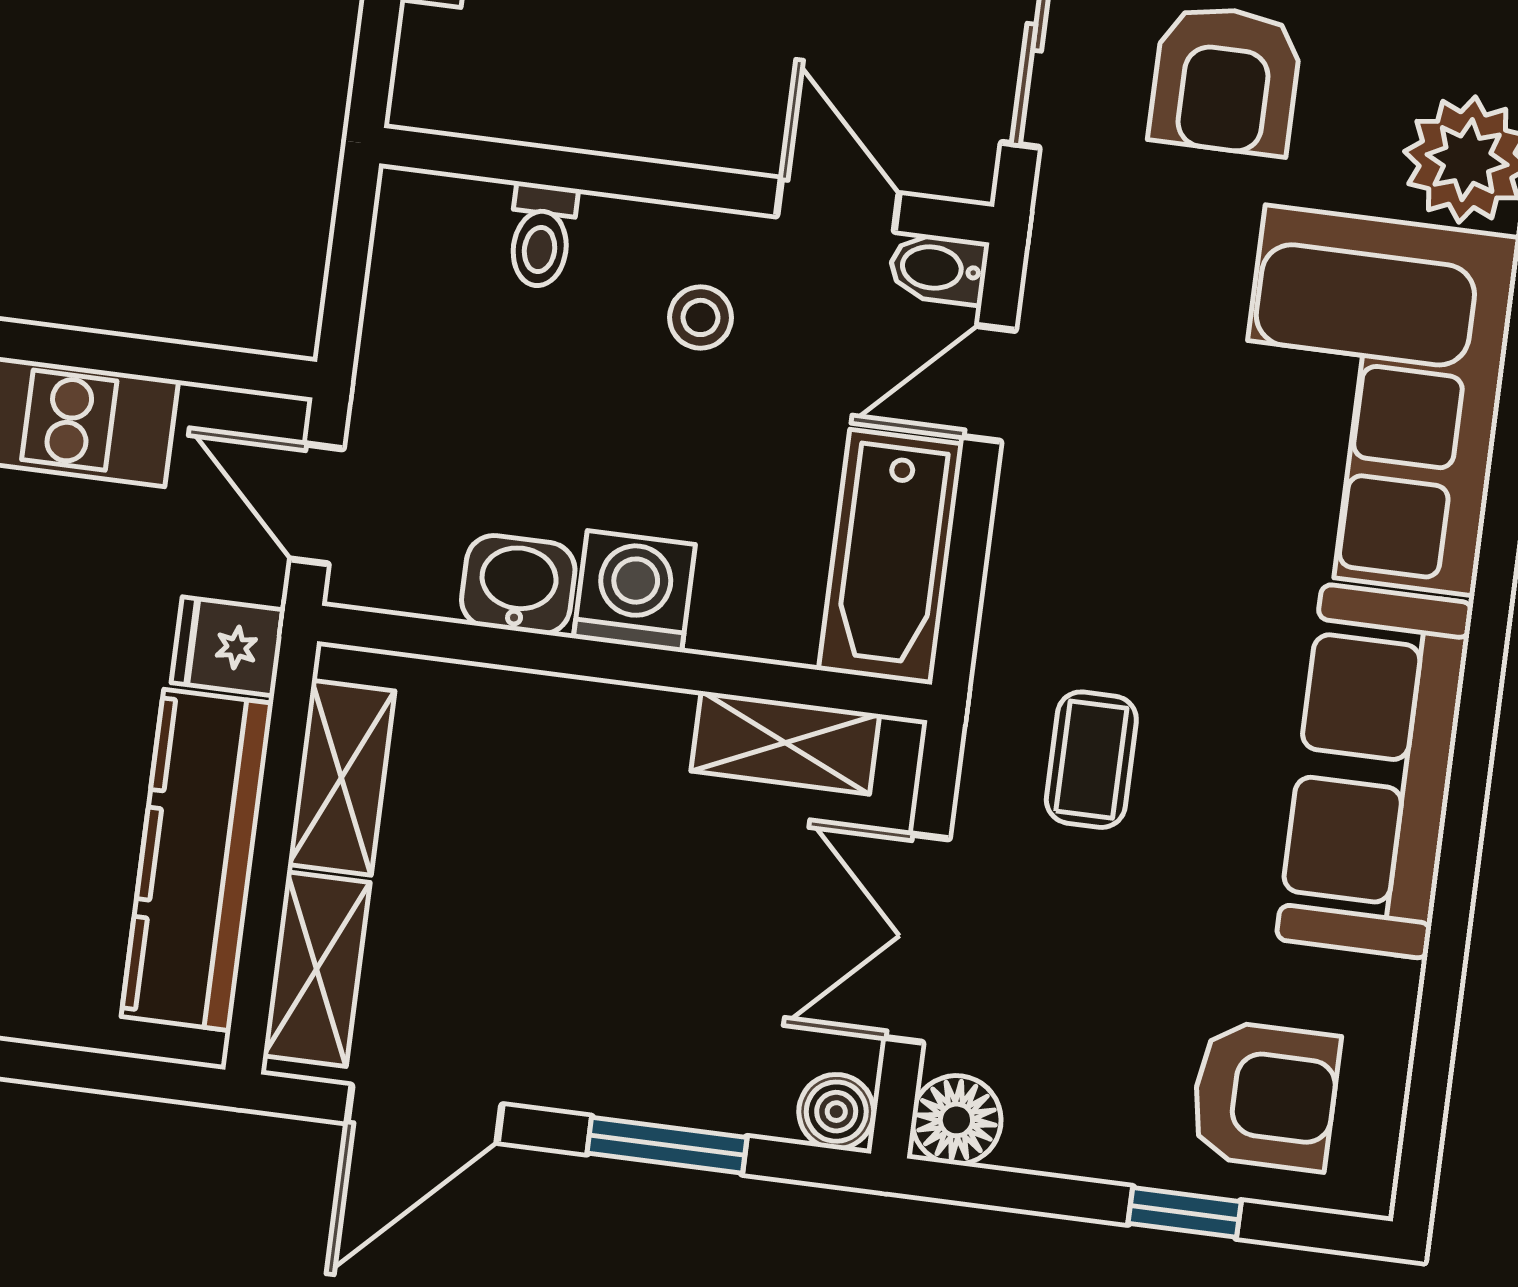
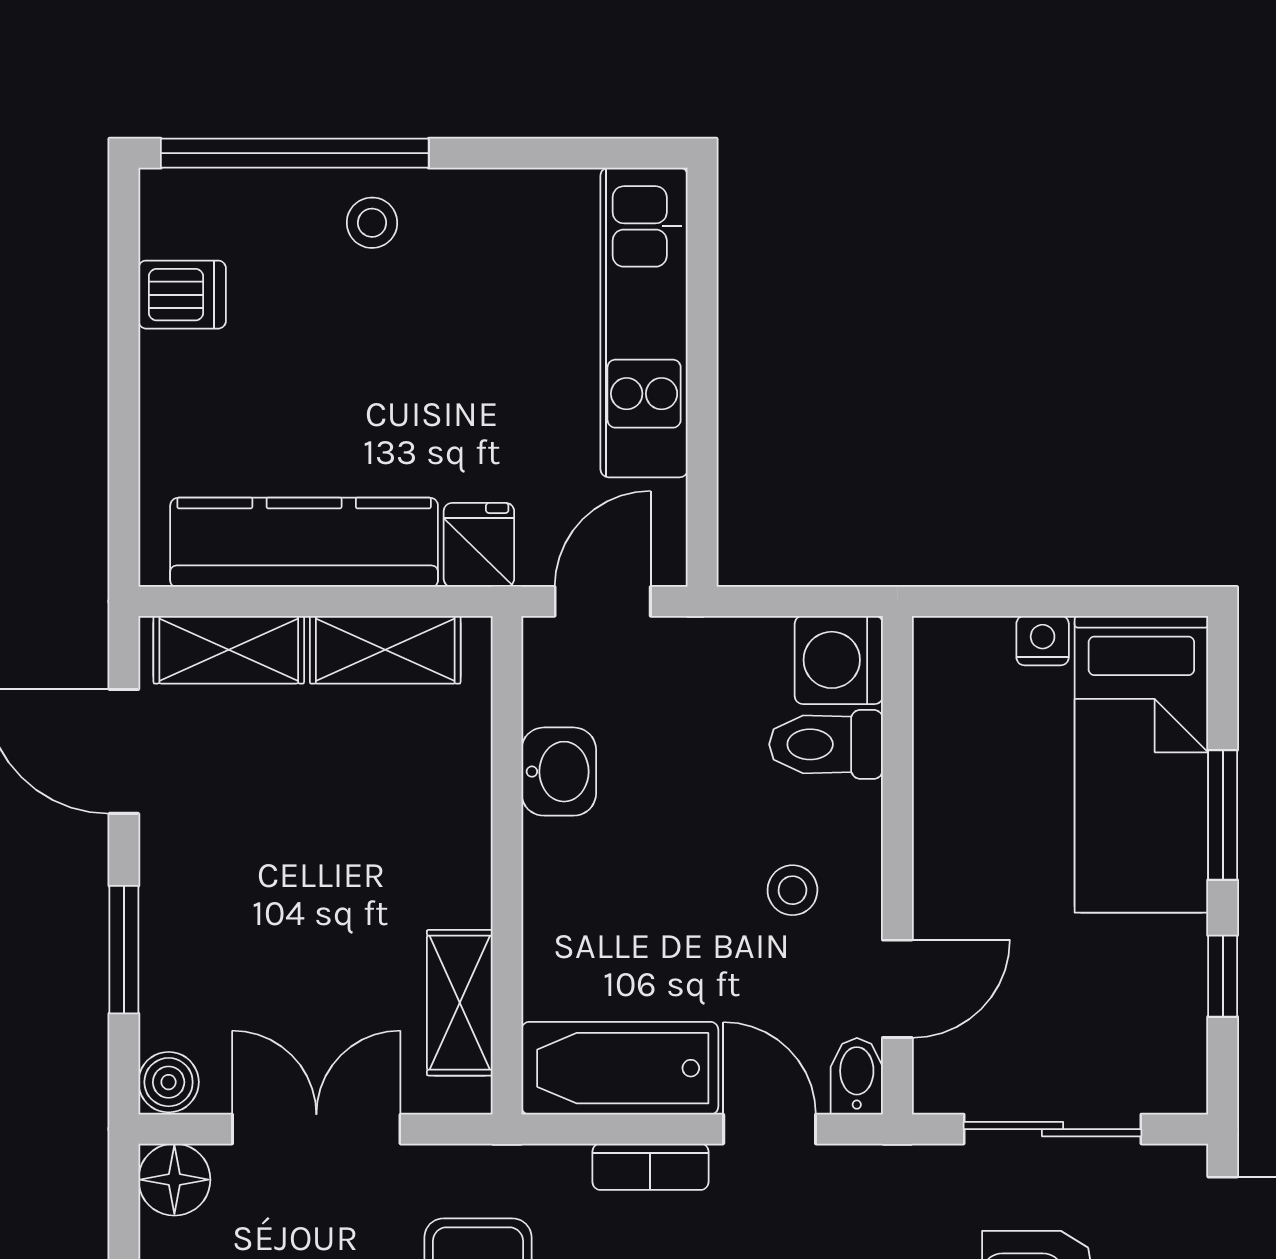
toilet: (541, 235) -> (826, 744), width x1.37, depth x1.39
bookcase: (1016, 535) -> (650, 1167), added
washing machine: (634, 591) -> (839, 660), moved, turned 180

